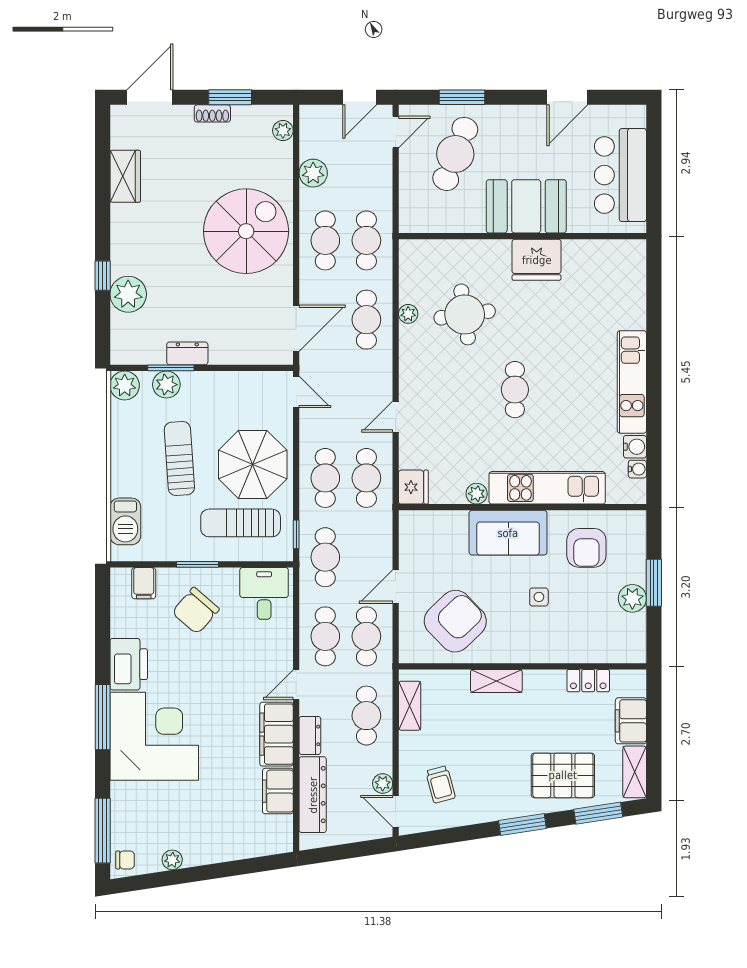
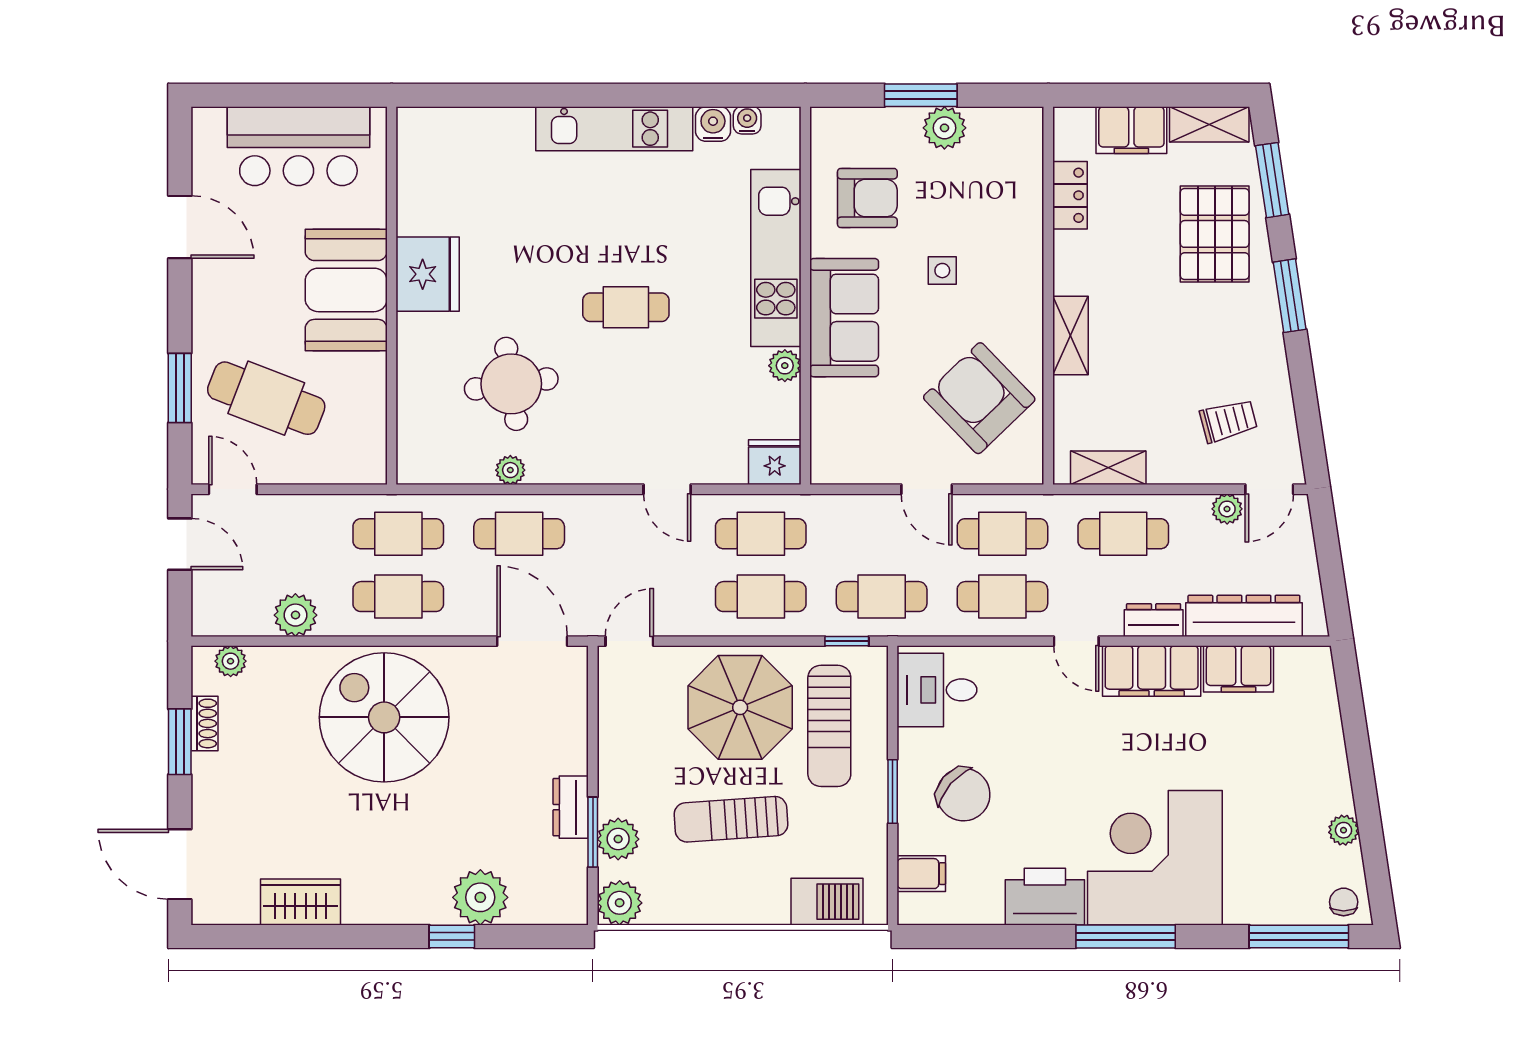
shoe rack: (212, 113) -> (204, 723), moved

